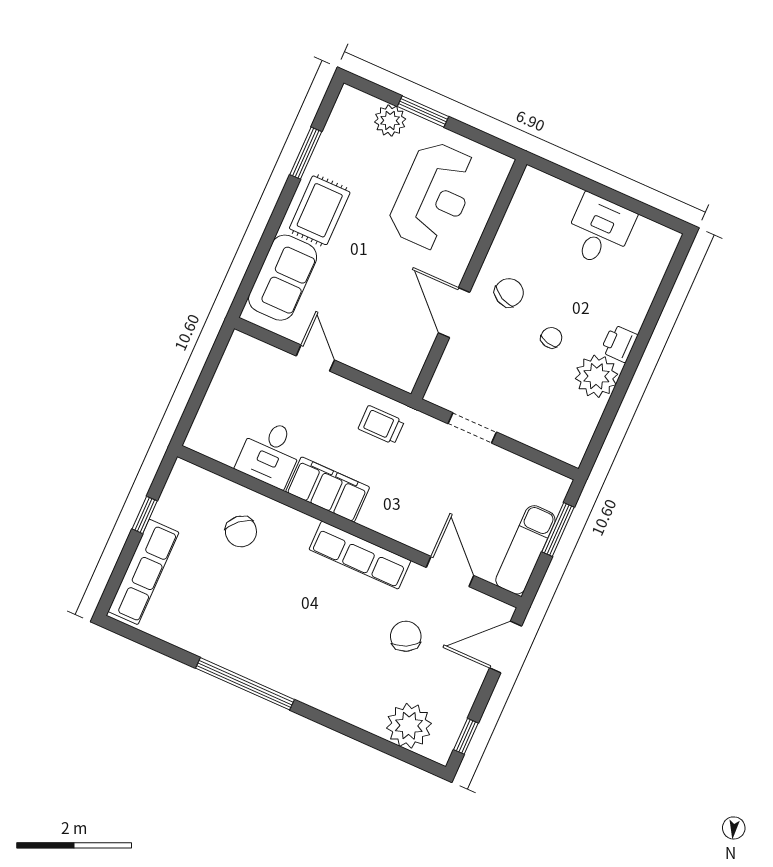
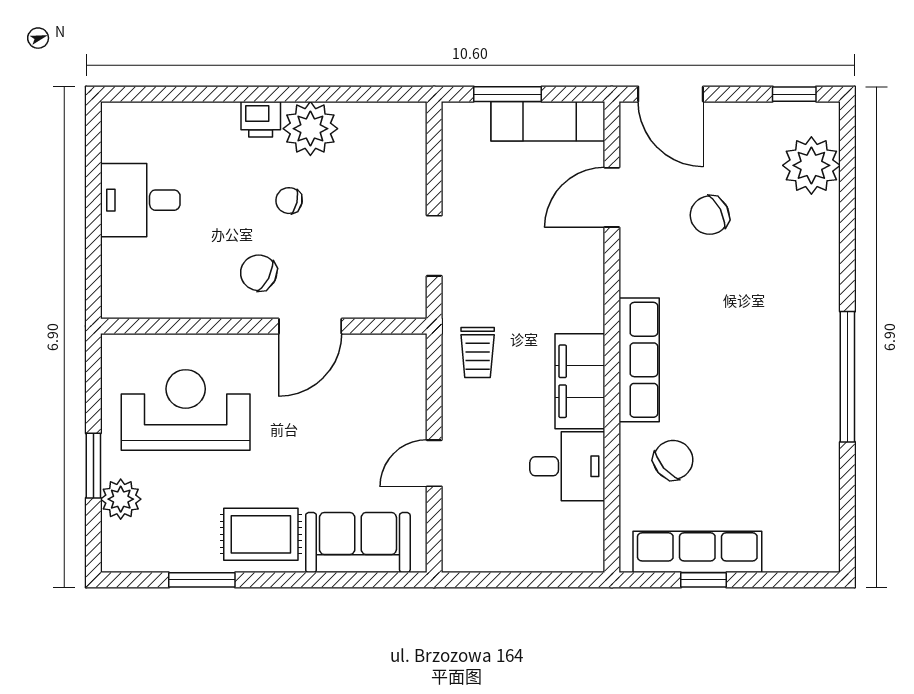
row of seats: (360, 555) -> (639, 360), moved
row of seats: (144, 572) -> (697, 552), moved

